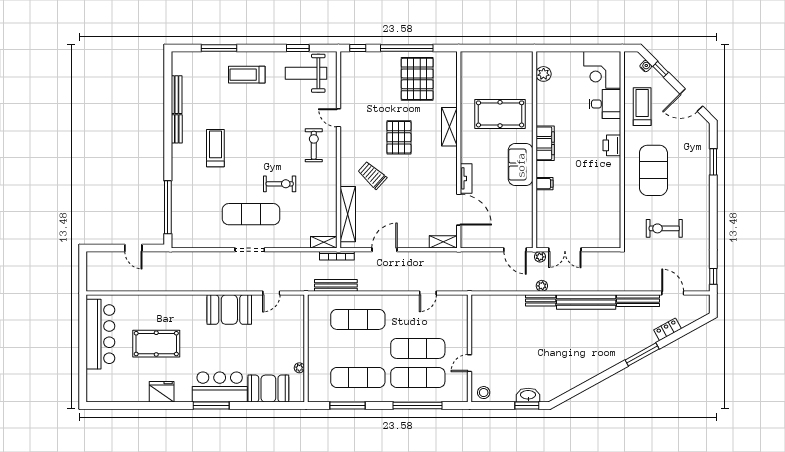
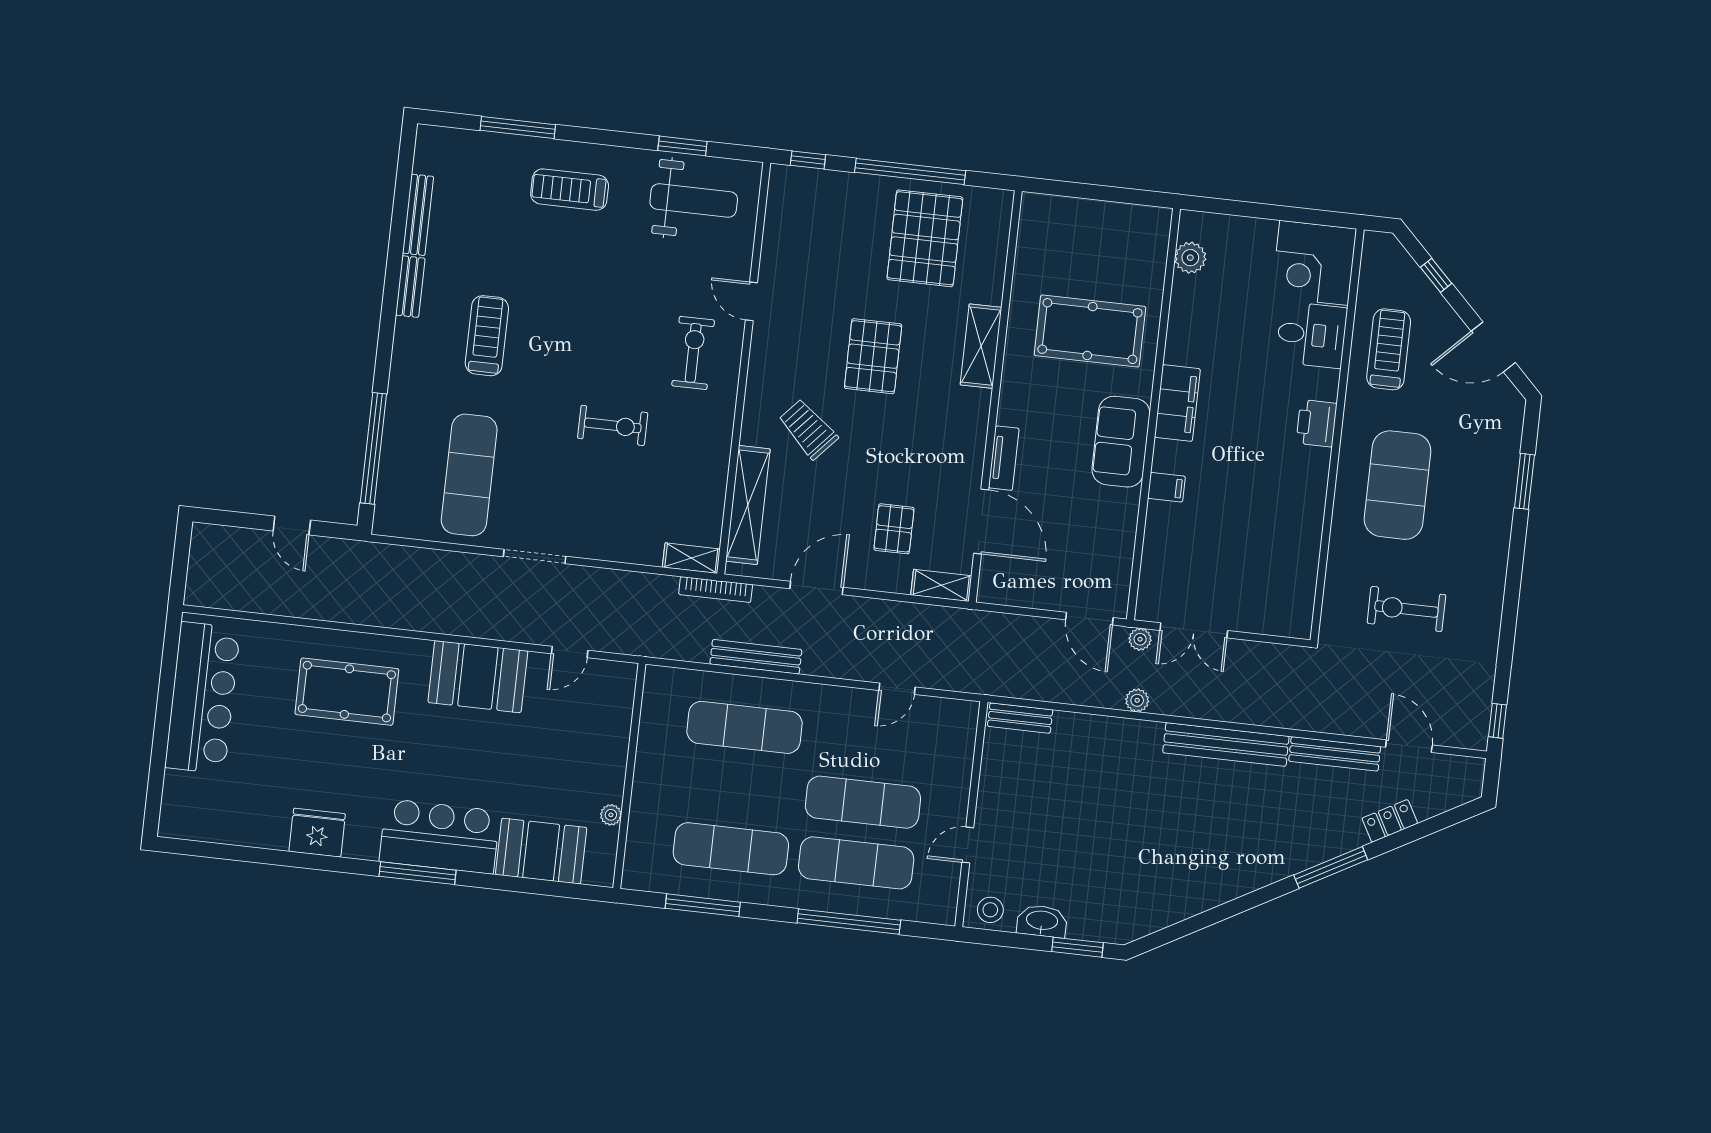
water cooler: (646, 66) -> (1406, 265), removed
weight bench: (306, 73) -> (694, 200), turned 180
exercise mat: (251, 214) -> (469, 475), moved, turned 90
pallet: (418, 218) -> (894, 529), added
bench: (336, 285) -> (756, 657), moved
bench: (541, 300) -> (1020, 718), moved
pool table: (156, 344) -> (347, 692), moved
washbasin: (528, 395) -> (1042, 921), moved

